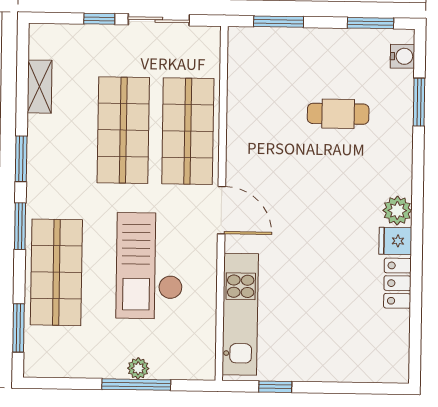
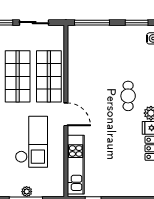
window: (279, 22) -> (92, 23), width x1.44
cafe table: (338, 114) -> (128, 96), moved, turned 90
checkout: (150, 266) -> (31, 142), turned 180

